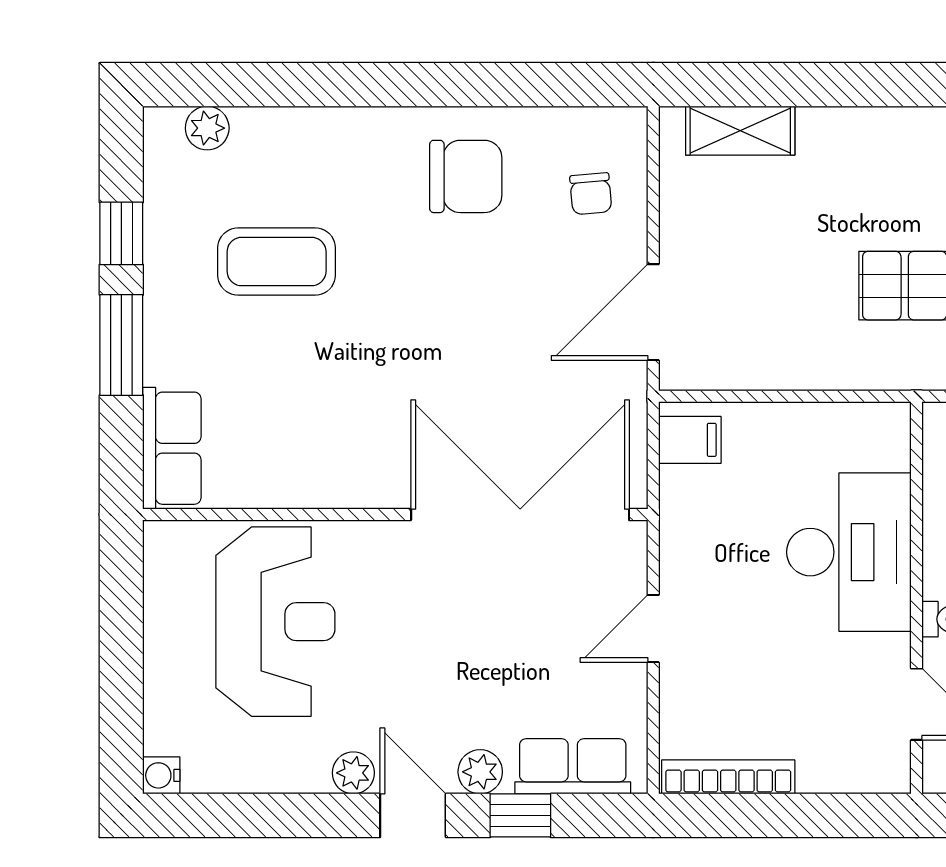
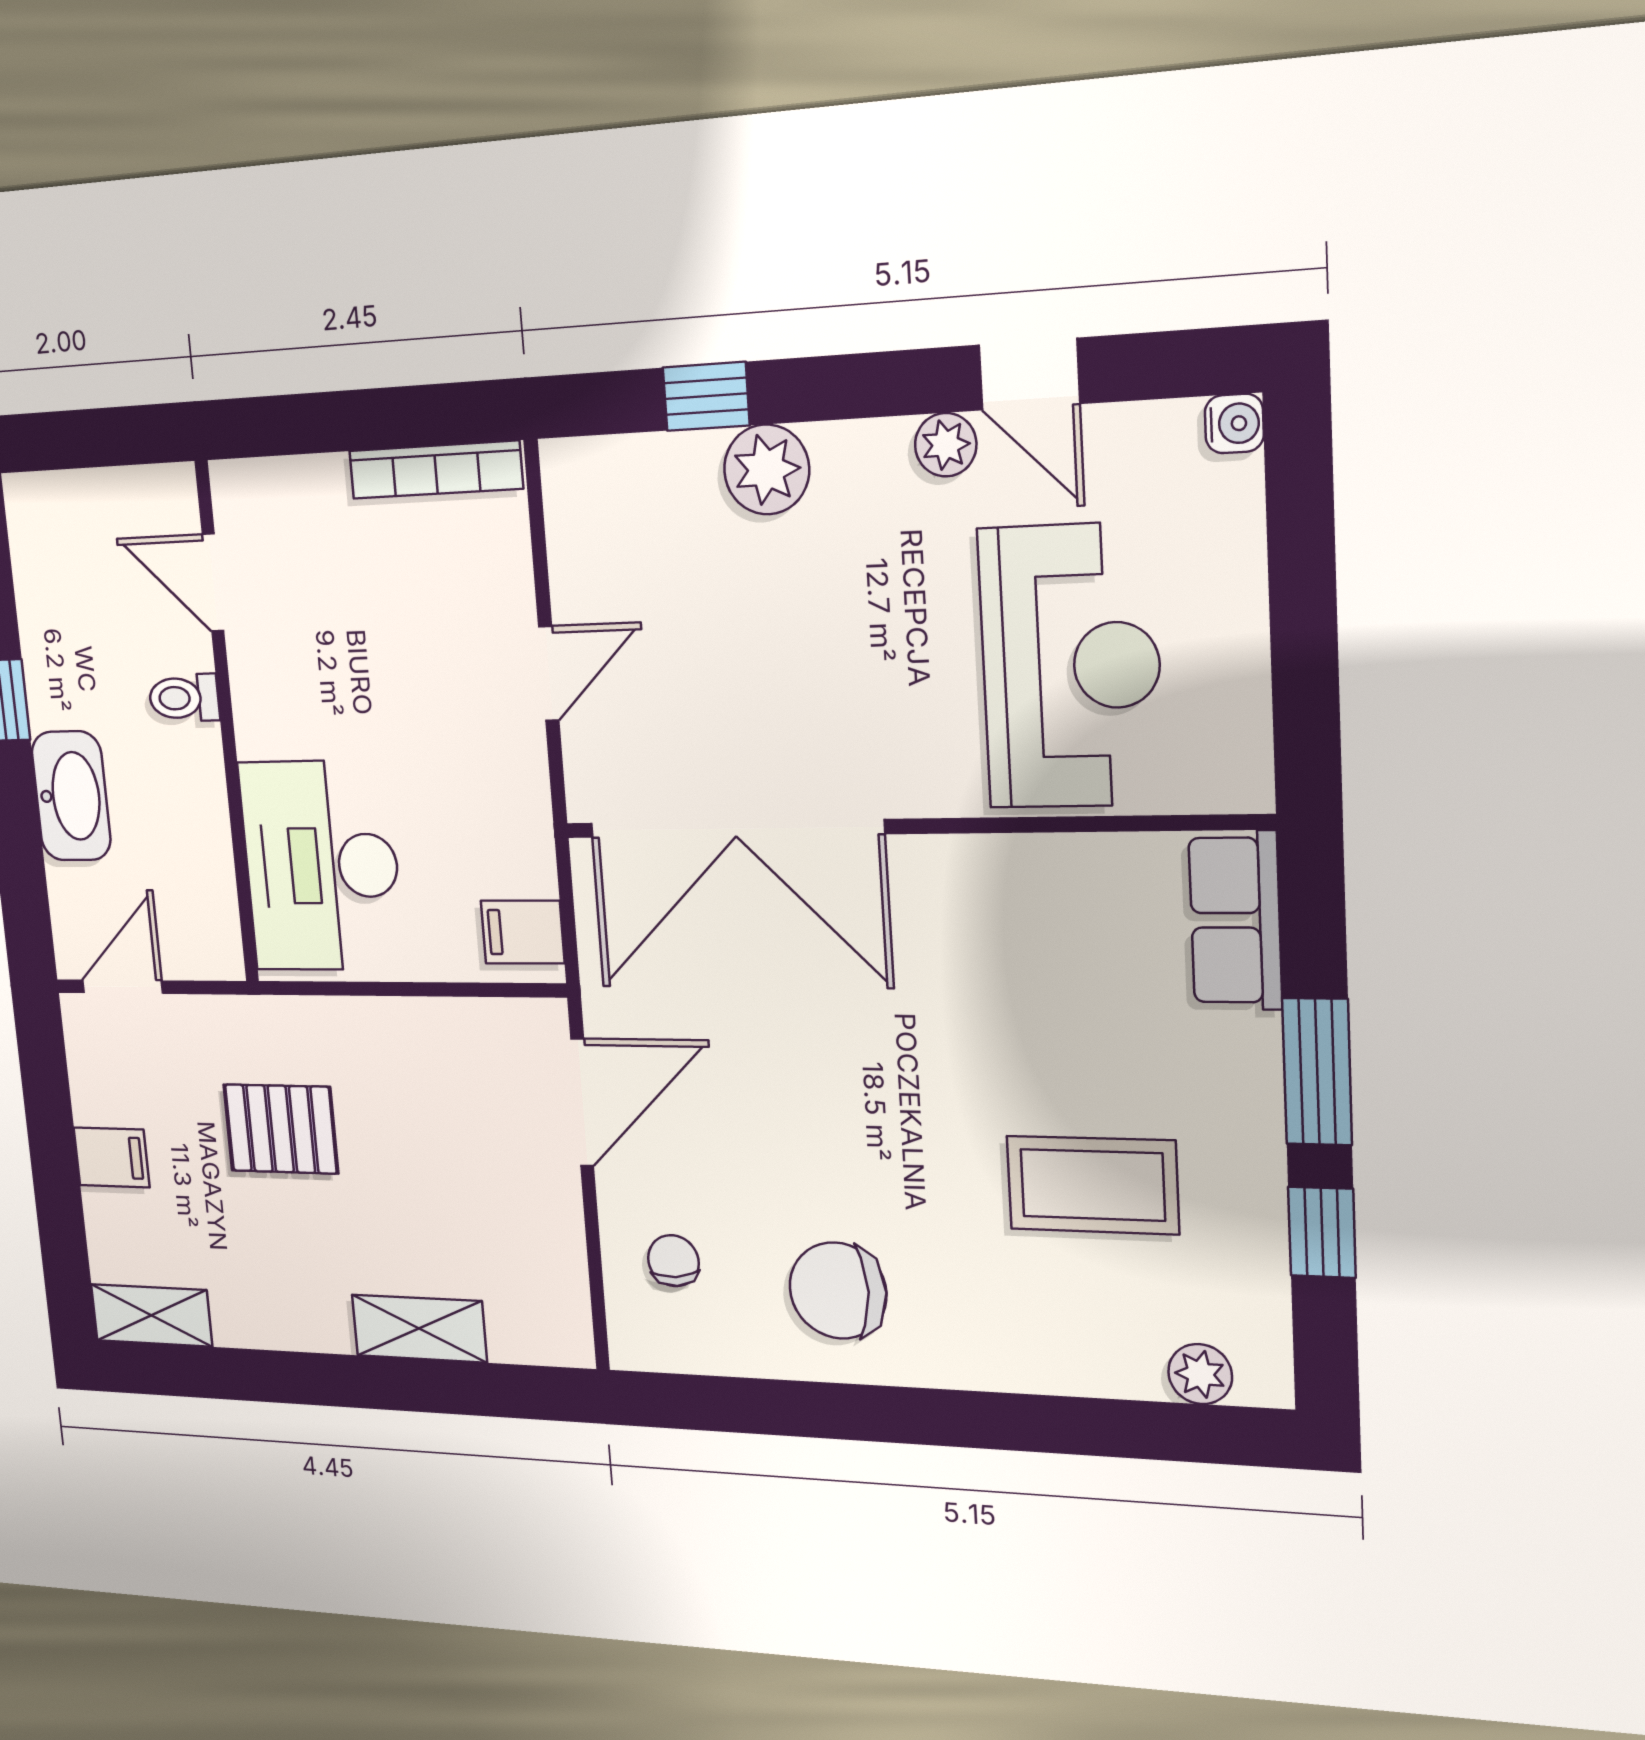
shelving: (740, 131) -> (419, 1328), moved
desk: (849, 552) -> (321, 866), moved
reception desk: (275, 622) -> (1071, 666), turned 180
row of seats: (573, 766) -> (640, 473), removed
plant: (480, 772) -> (767, 469), width x1.38, depth x1.38
door: (413, 815) -> (1029, 374), moved

